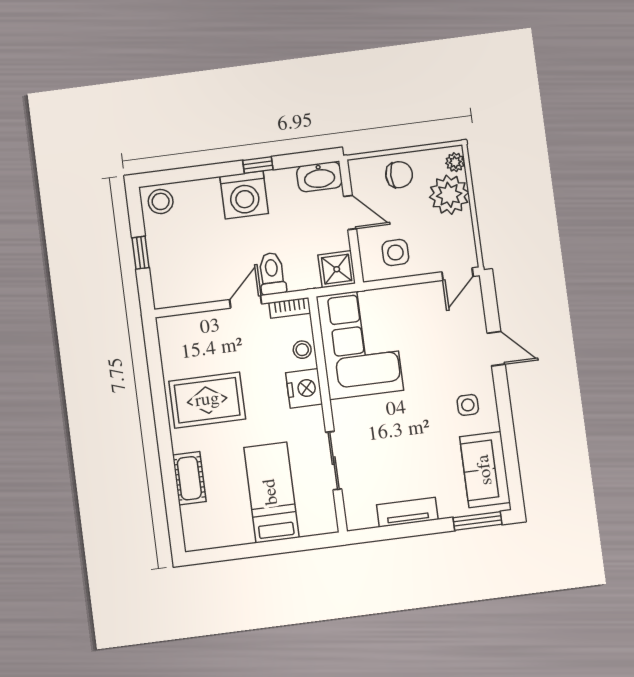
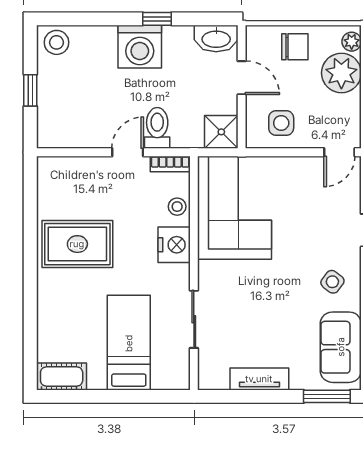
side table: (468, 405) -> (332, 282), turned 37
cot: (189, 478) -> (62, 376), moved, turned 90

